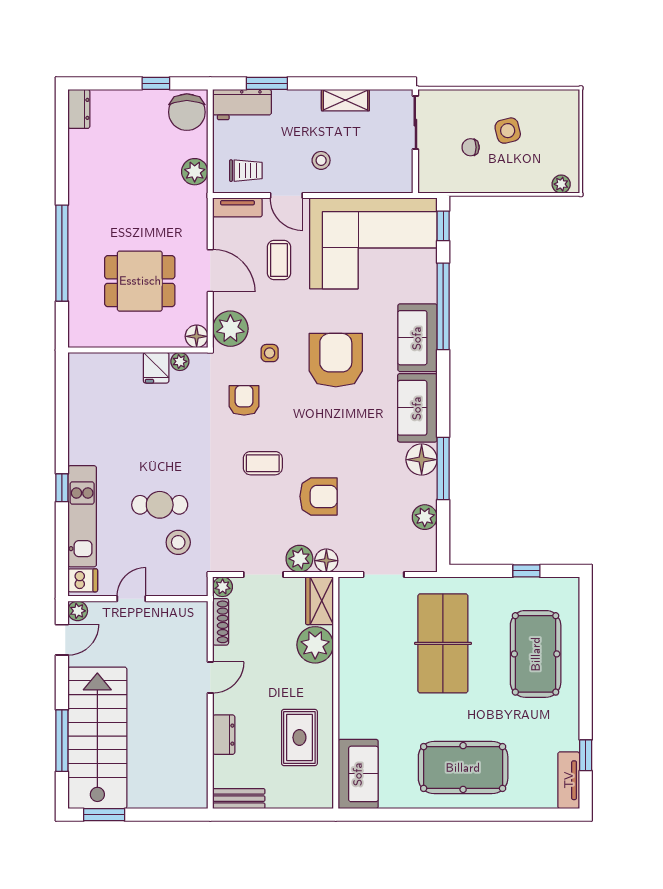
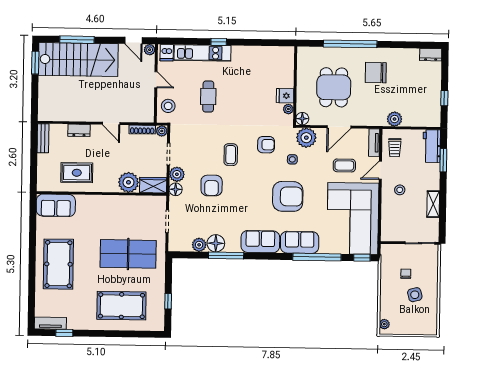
chair: (187, 112) -> (376, 73), moved
floor lamp: (422, 460) -> (216, 243), moved
stool: (178, 542) -> (168, 106), moved

